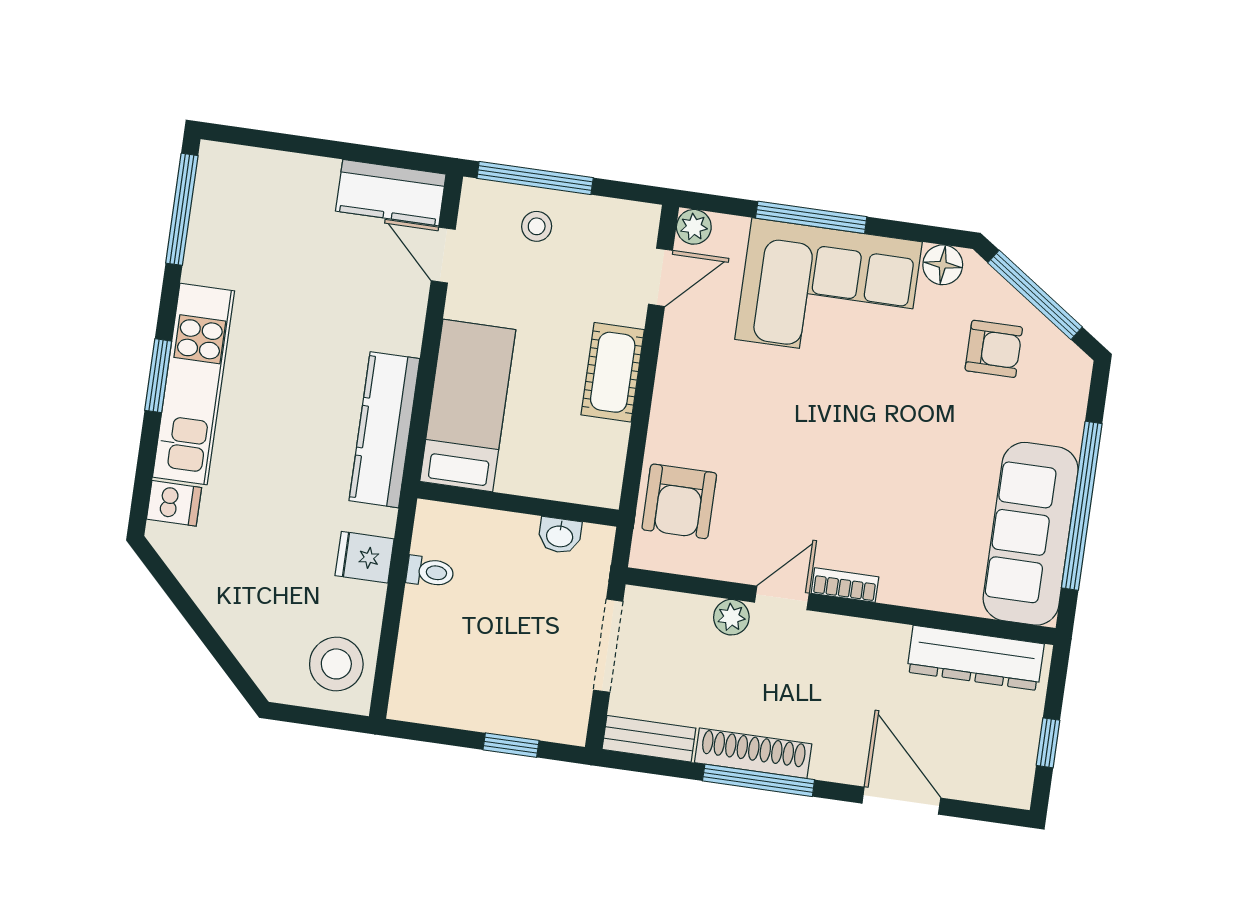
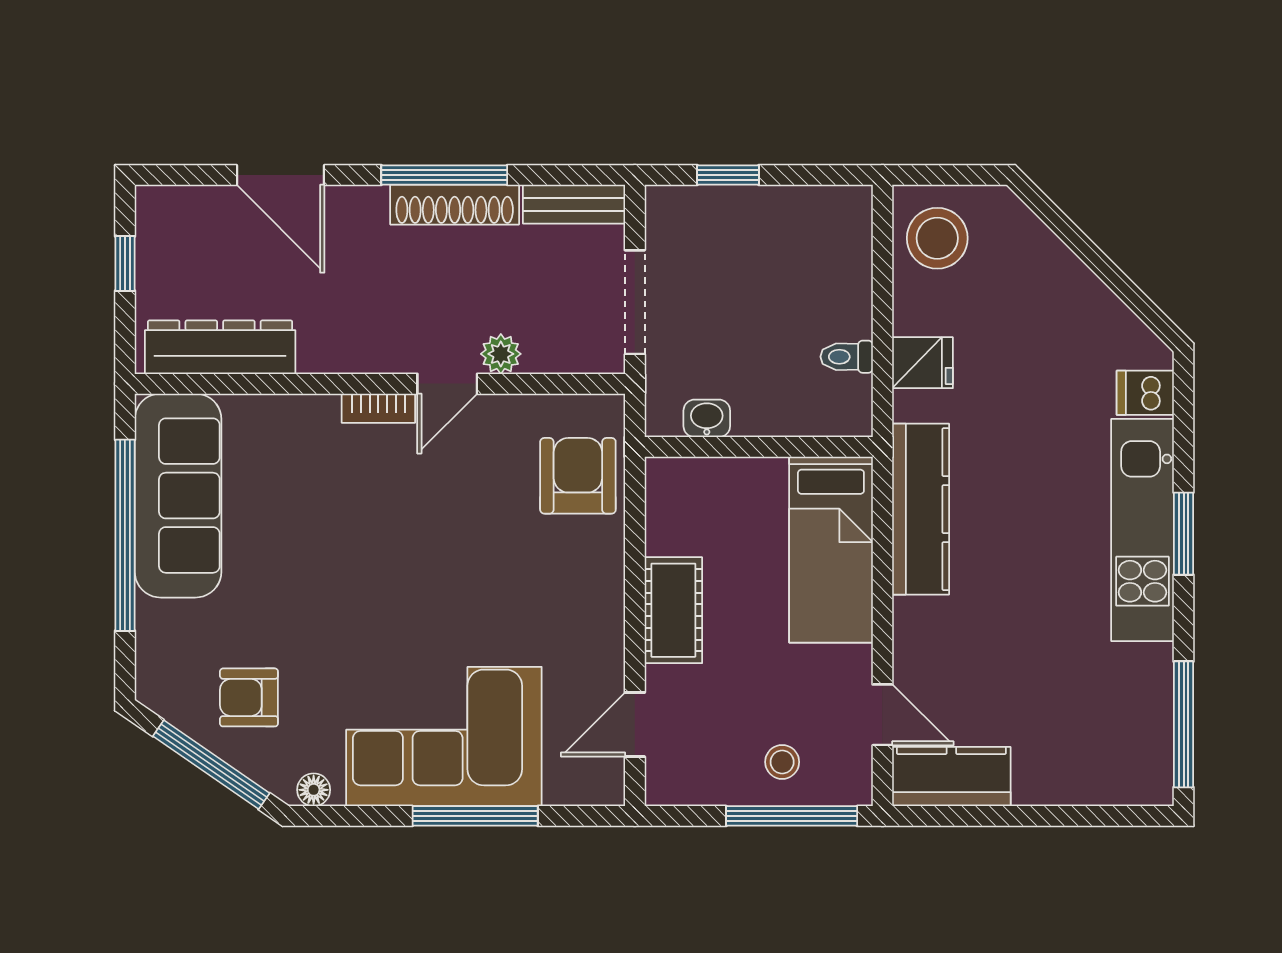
plant: (694, 227) -> (605, 787), removed
floor lamp: (943, 265) -> (314, 790), width x0.73, depth x0.73

